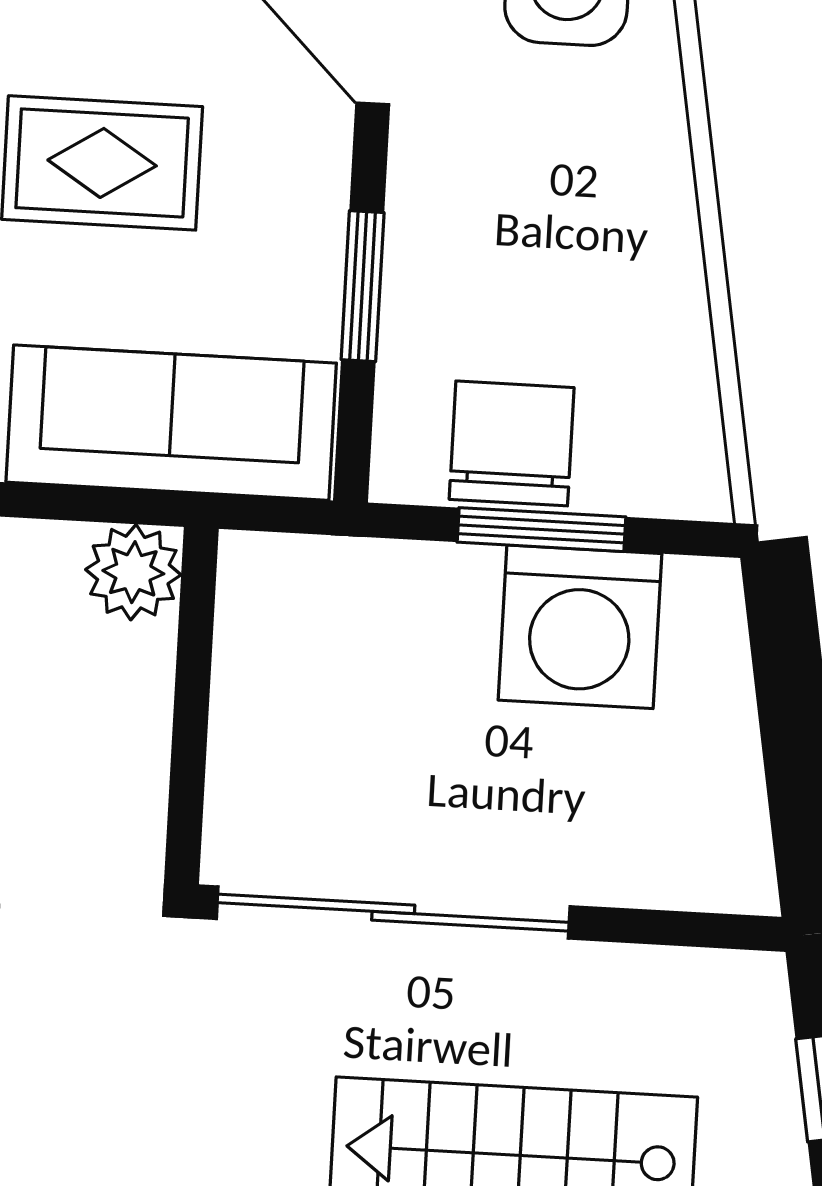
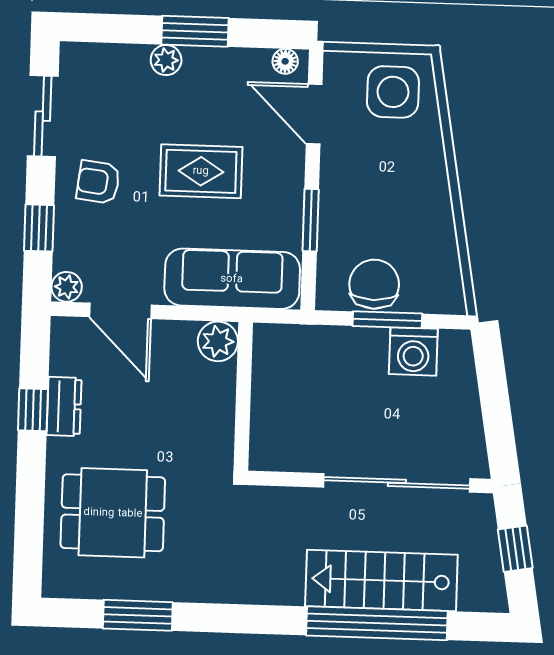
washing machine: (580, 627) -> (413, 351), width x0.73, depth x0.73
sliding door: (393, 913) -> (397, 483), moved

